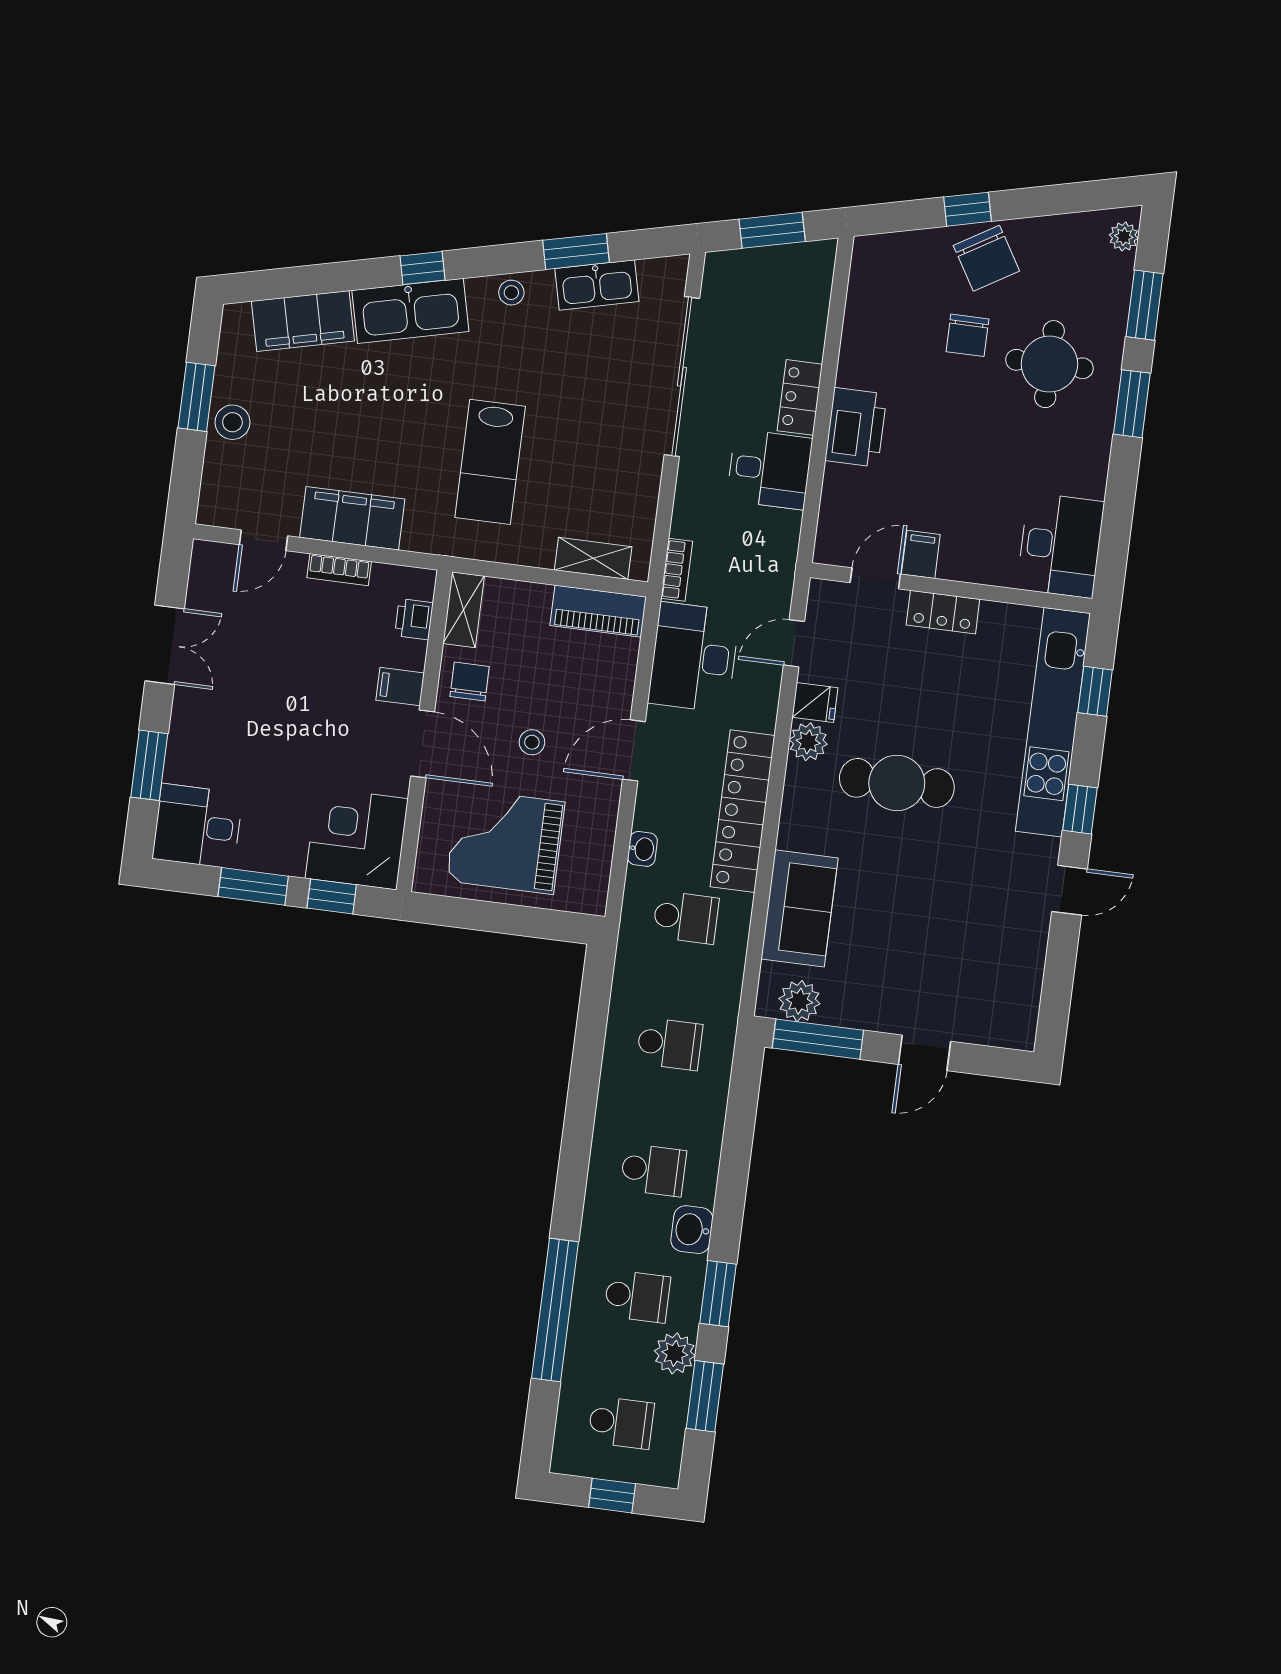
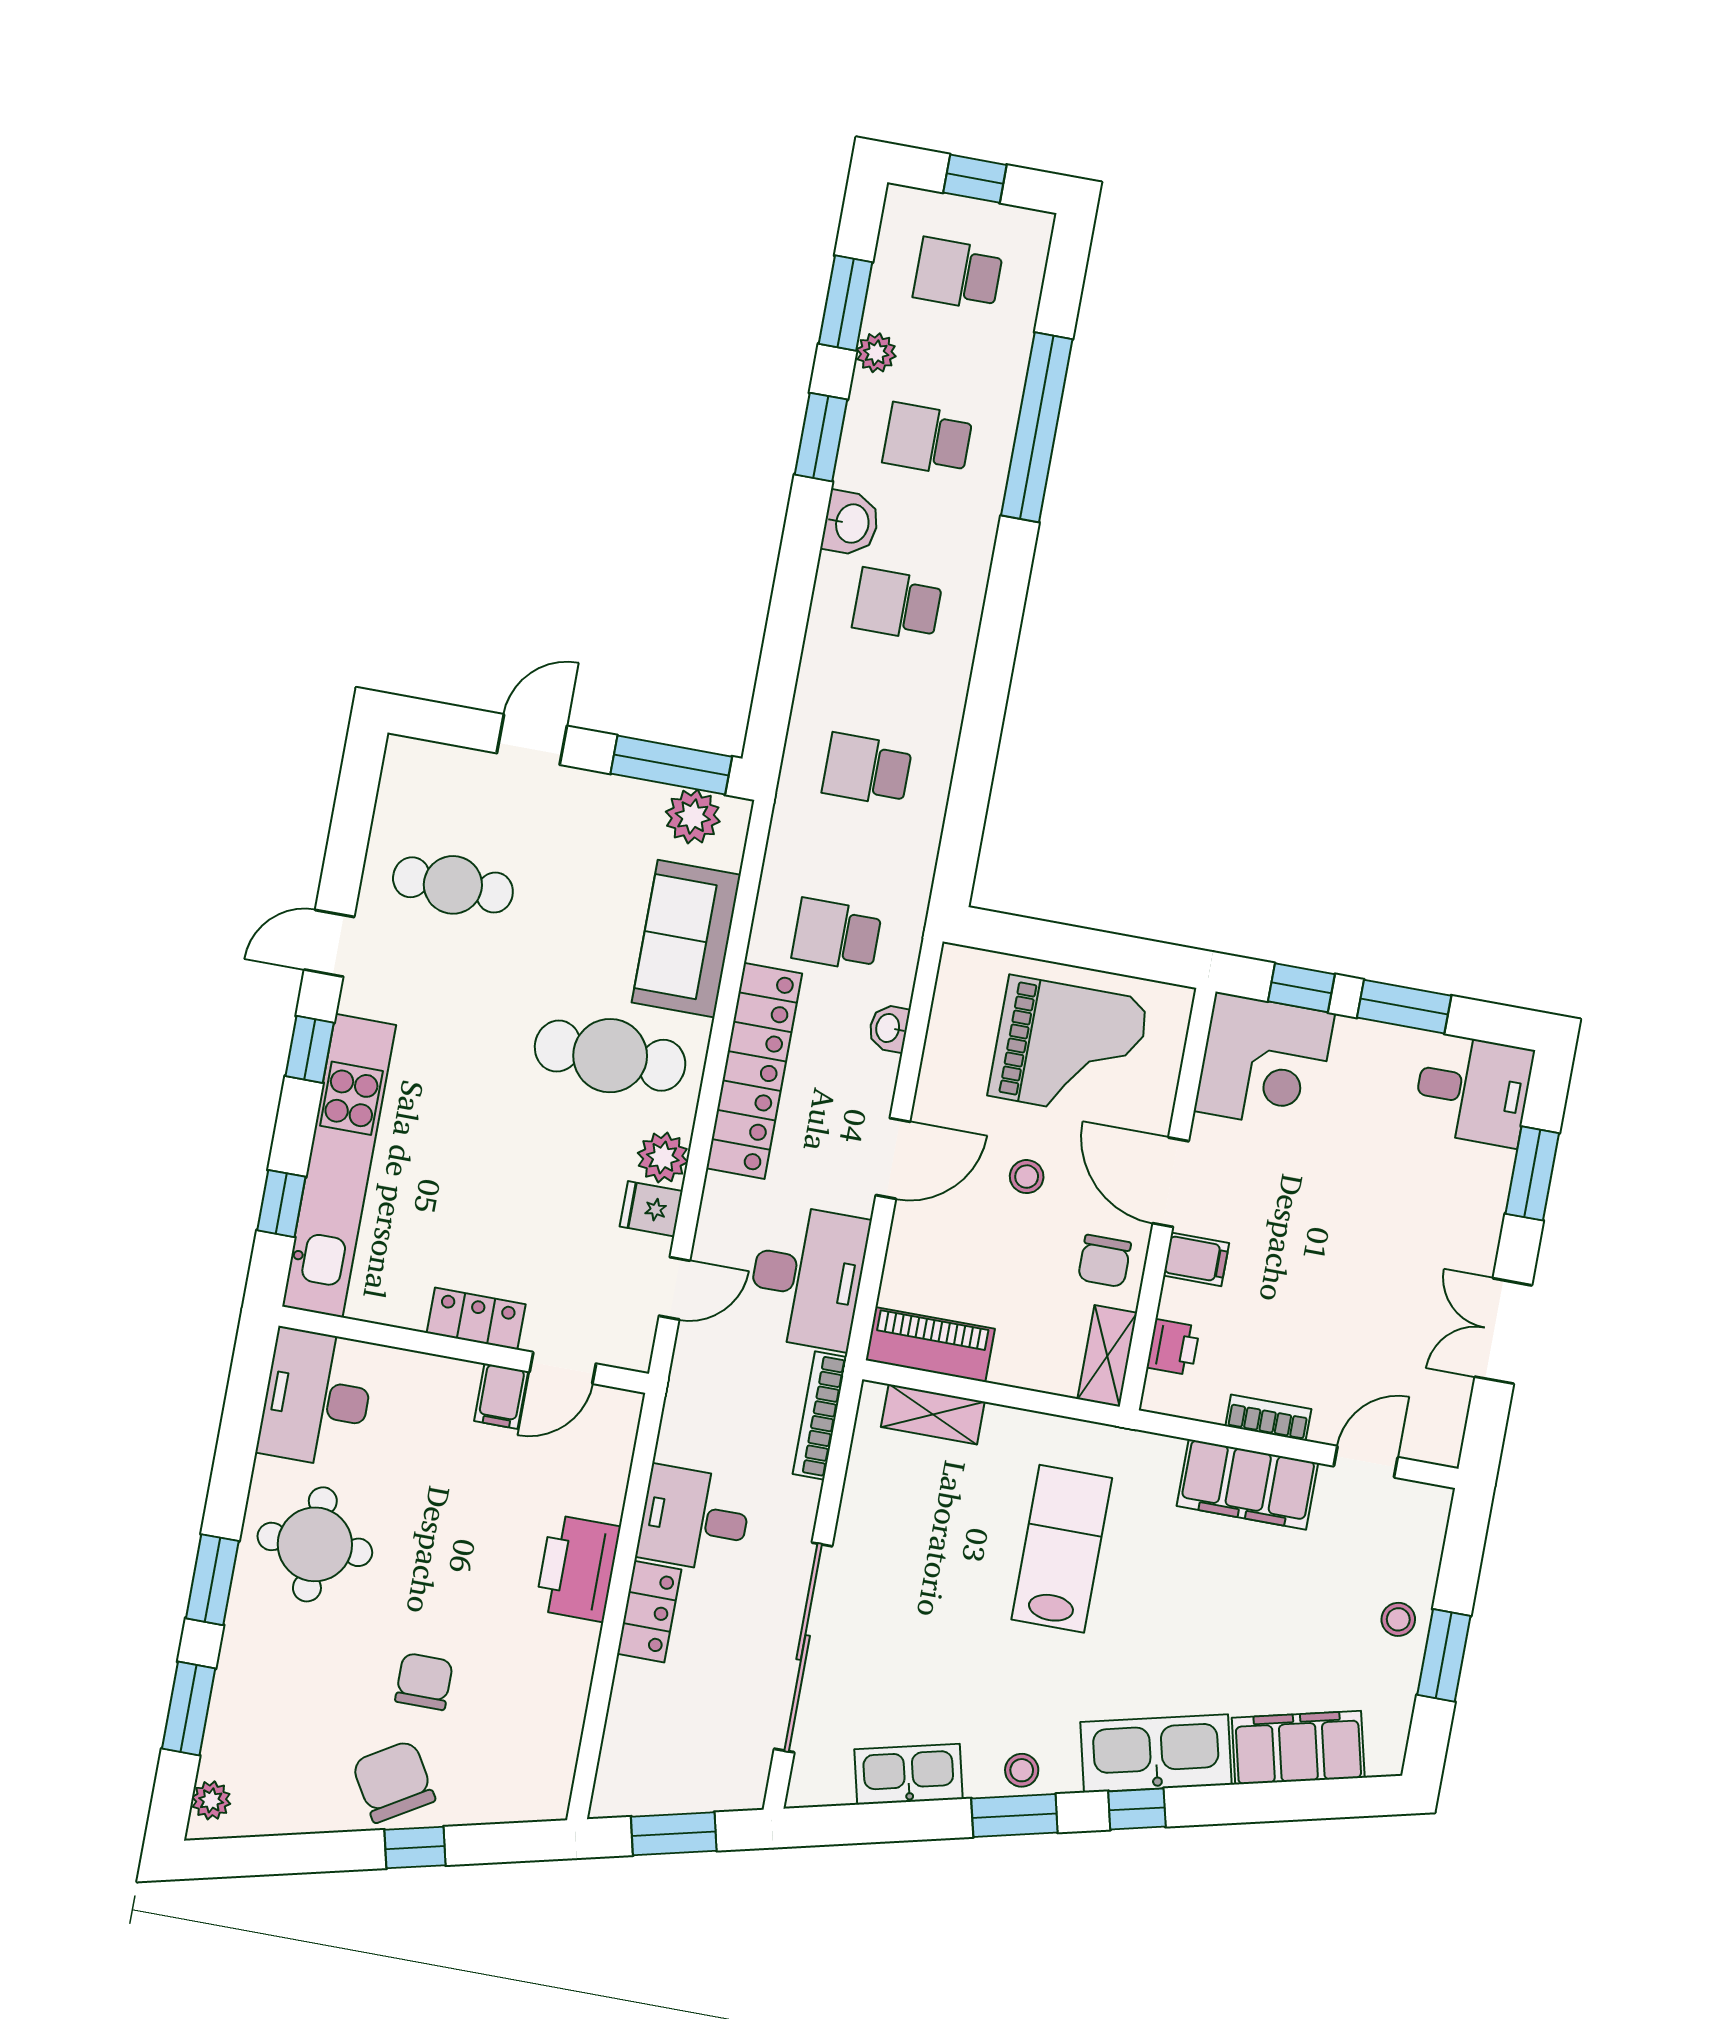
window: (576, 251) -> (1014, 1816), moved
round table: (1049, 364) -> (315, 1544), moved
stool: (232, 422) -> (1398, 1619), width x0.73, depth x0.73
bookcase: (677, 570) -> (820, 1416), width x1.56
cafe table: (897, 783) -> (610, 1056), moved
cafe table: (978, 940) -> (453, 885), added
plant: (675, 1353) -> (876, 353), width x0.73, depth x0.73

